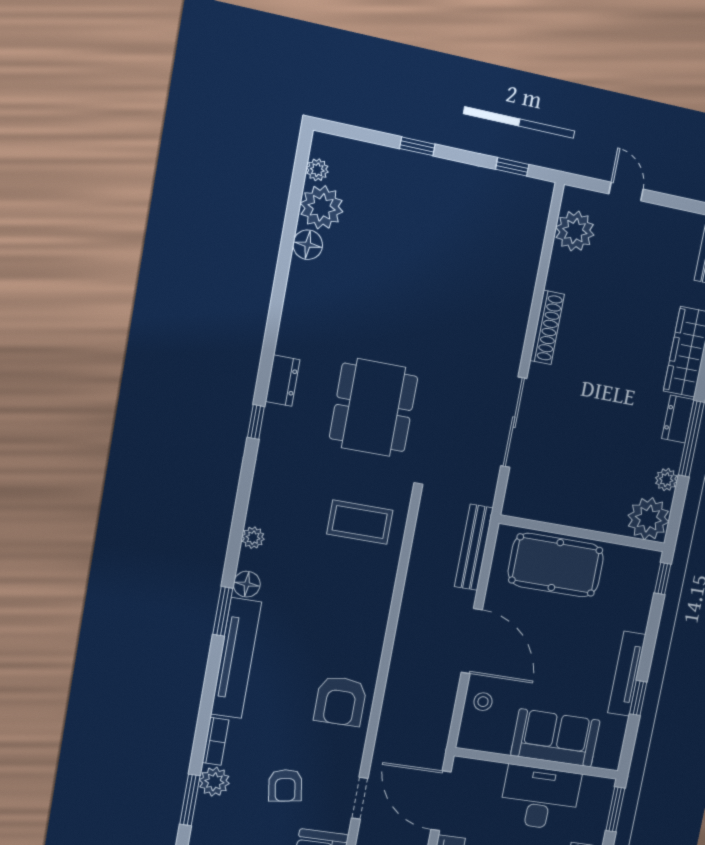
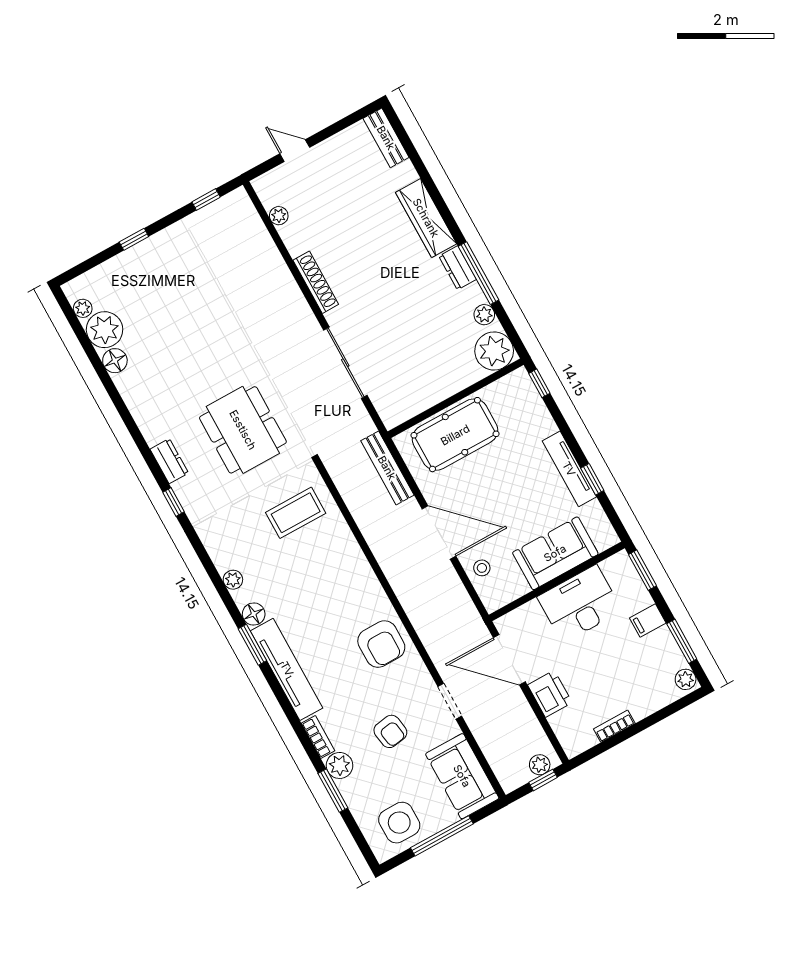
plant: (575, 231) -> (279, 216), width x0.53, depth x0.53

